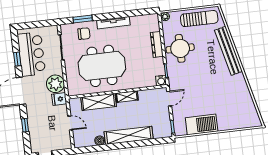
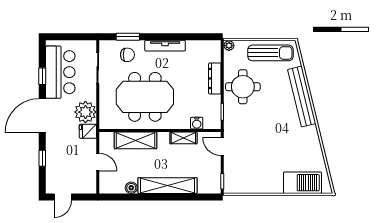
water cooler: (161, 81) -> (197, 123), moved
shelving: (127, 97) -> (183, 138), moved
door: (169, 99) -> (222, 147), swing flipped
barbecue: (202, 124) -> (303, 183), moved

